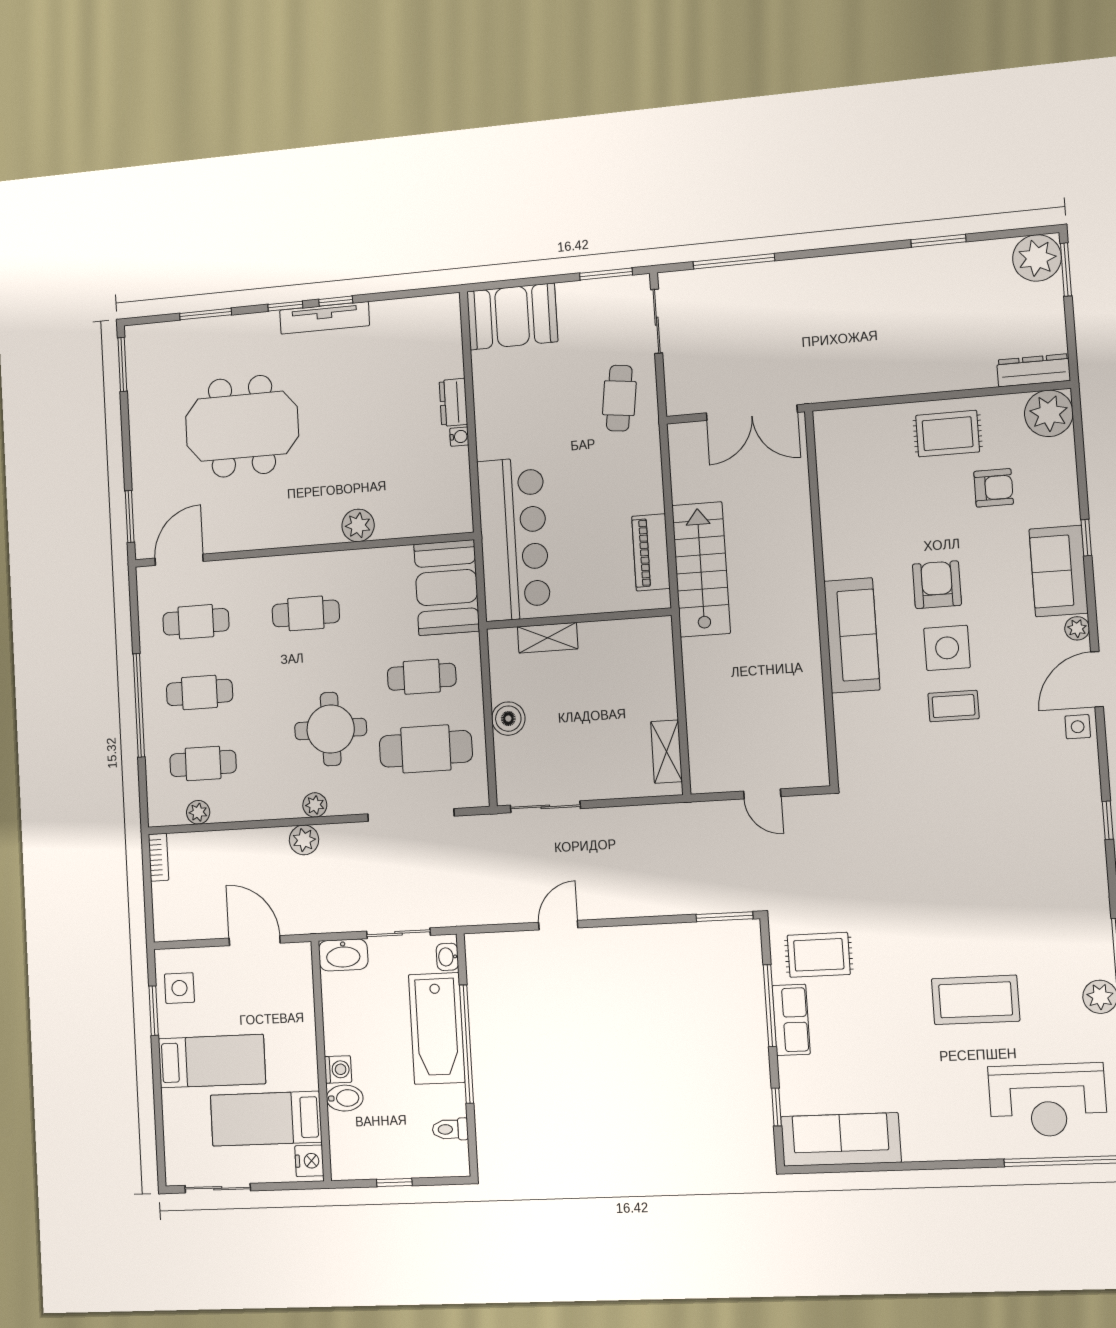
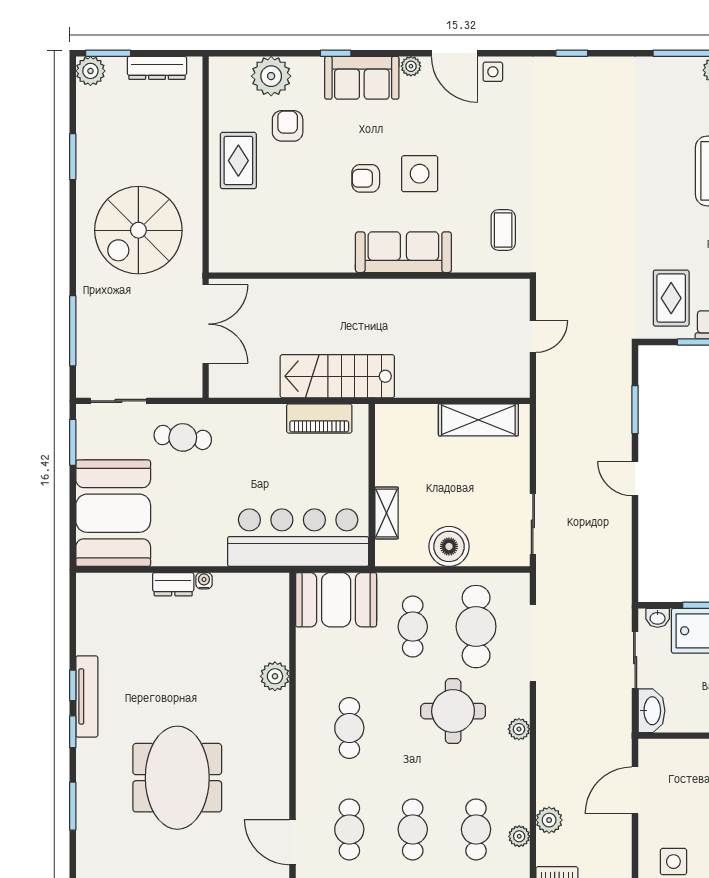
plant: (1037, 258) -> (90, 71), width x0.73, depth x0.73
booth: (512, 316) -> (113, 513), width x1.36, depth x1.42
spiral stairs: (857, 325) -> (138, 230), added
dresser: (1034, 370) -> (157, 68), moved, turned -90
plant: (1049, 413) -> (271, 76), moved
armchair: (937, 585) -> (366, 178), width x0.72, depth x0.72
coffee table: (954, 706) -> (503, 230), moved
boiler: (508, 719) -> (449, 546), width x1.37, depth x1.37
shelving: (666, 752) -> (478, 420), width x1.50, depth x1.33
plant: (304, 840) -> (549, 820), moved
window: (725, 917) -> (635, 410), moved
door: (558, 925) -> (635, 479), moved

